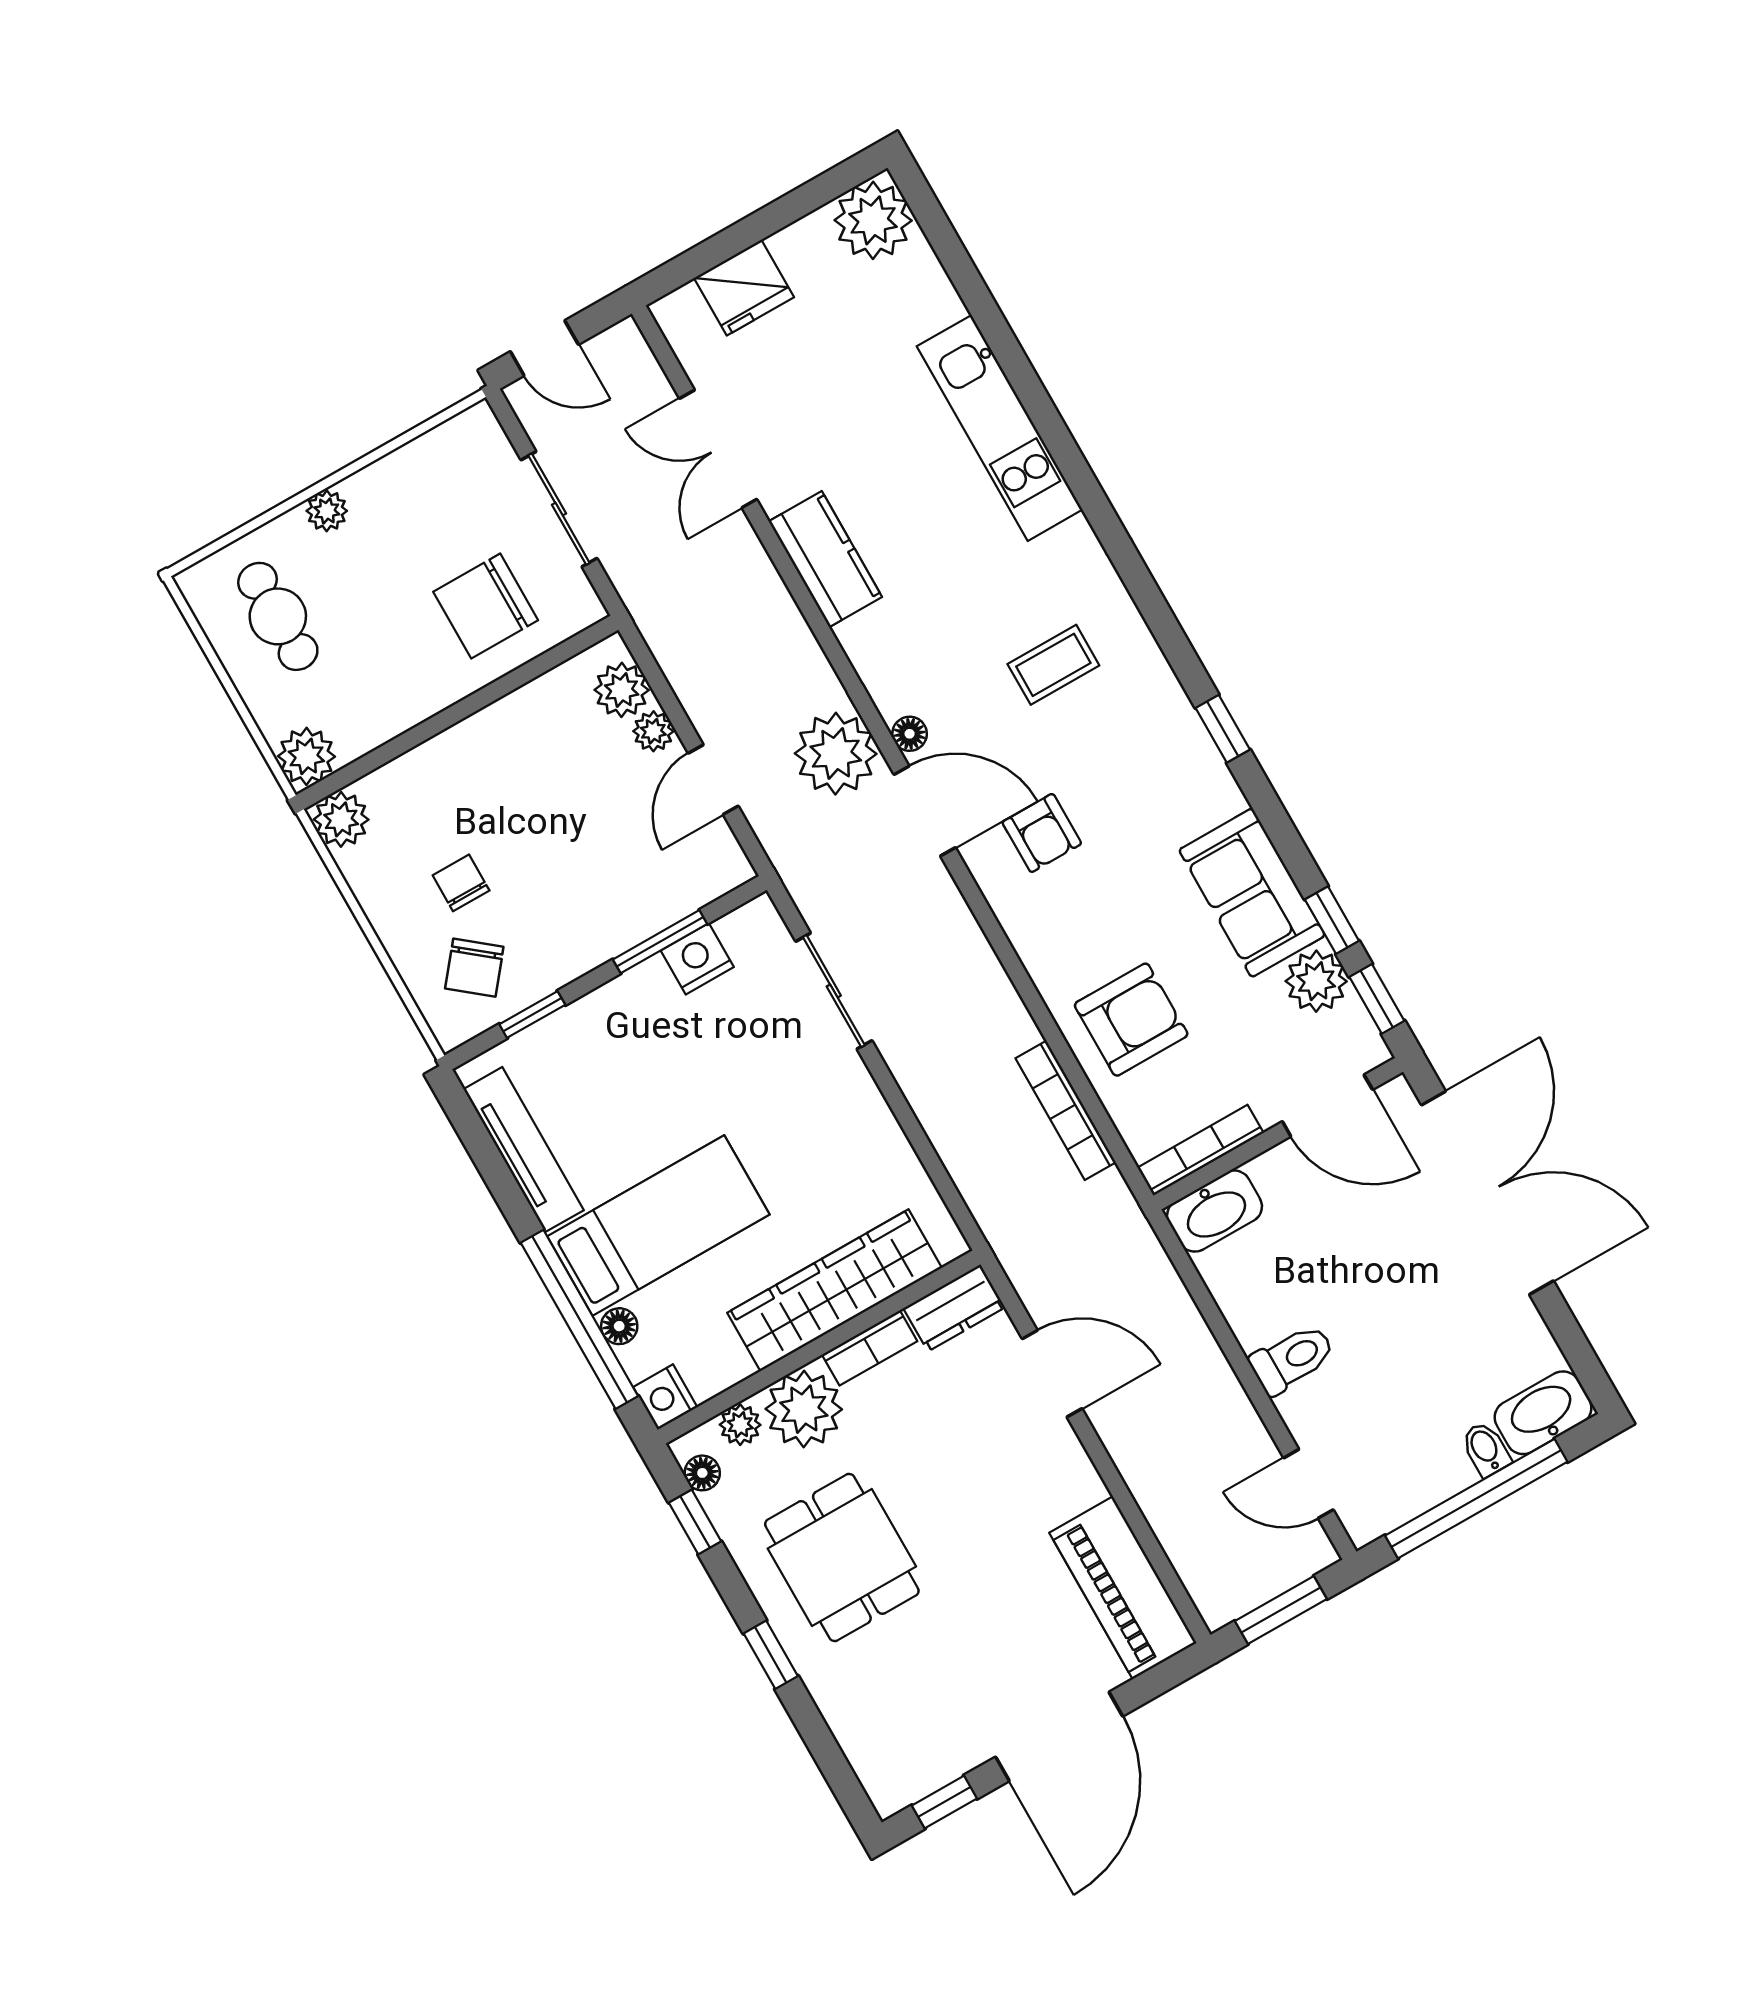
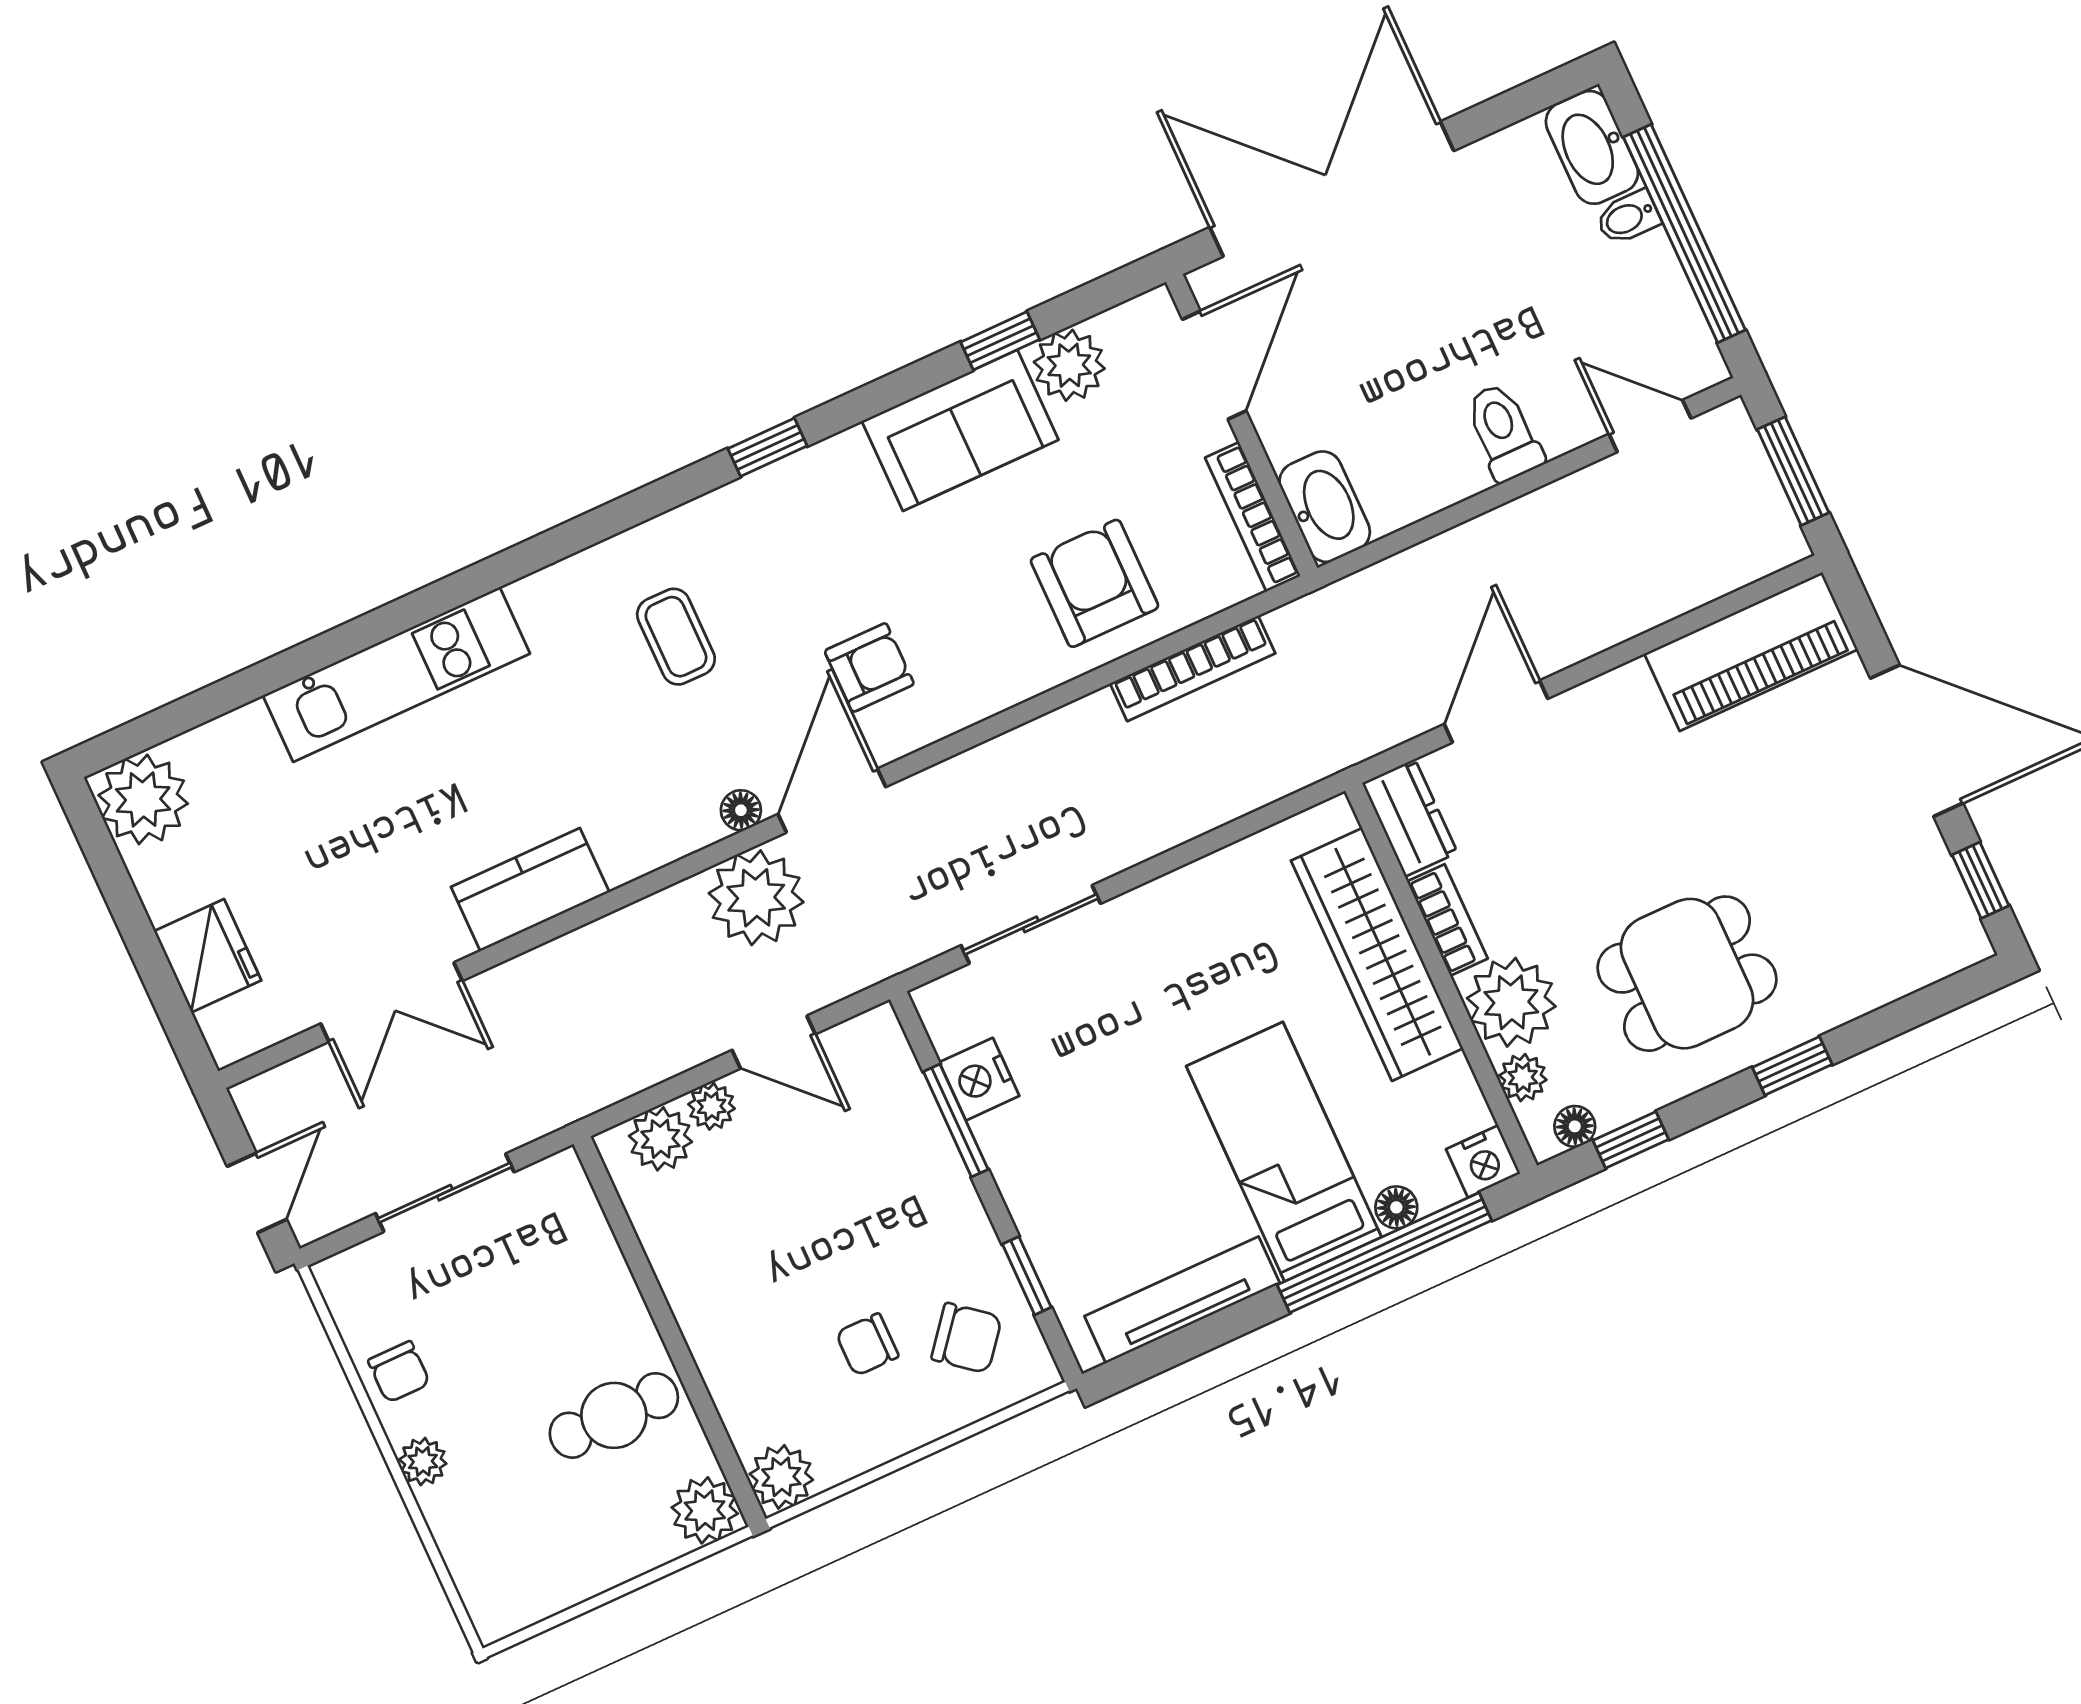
chair: (486, 606) -> (399, 1372), moved, width x0.54, depth x0.54
cafe table: (278, 616) -> (614, 1415), moved
window: (1377, 999) -> (1096, 297), removed
door: (1309, 1484) -> (1650, 426), swing flipped

